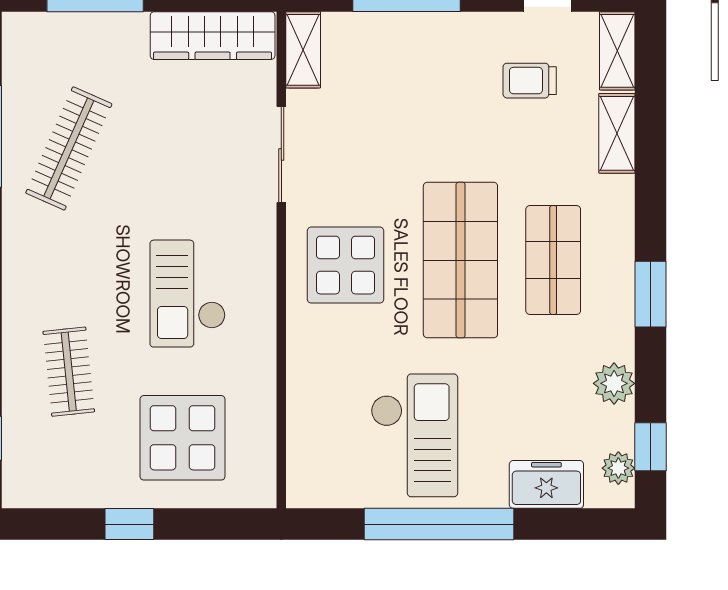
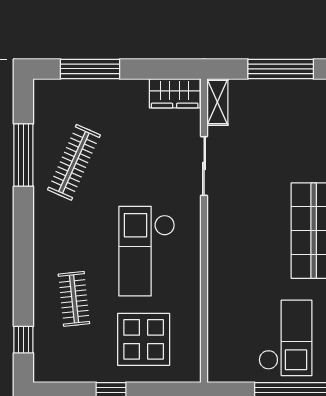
wardrobe: (213, 36) -> (175, 93), width x0.67
display table: (345, 265) -> (243, 234), removed
checkout: (188, 294) -> (147, 251), width x1.36, depth x1.21

